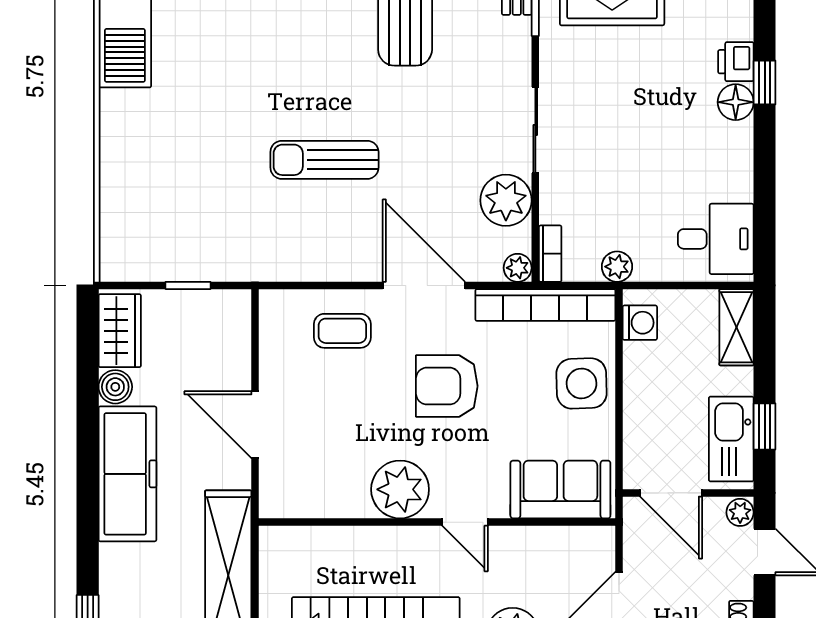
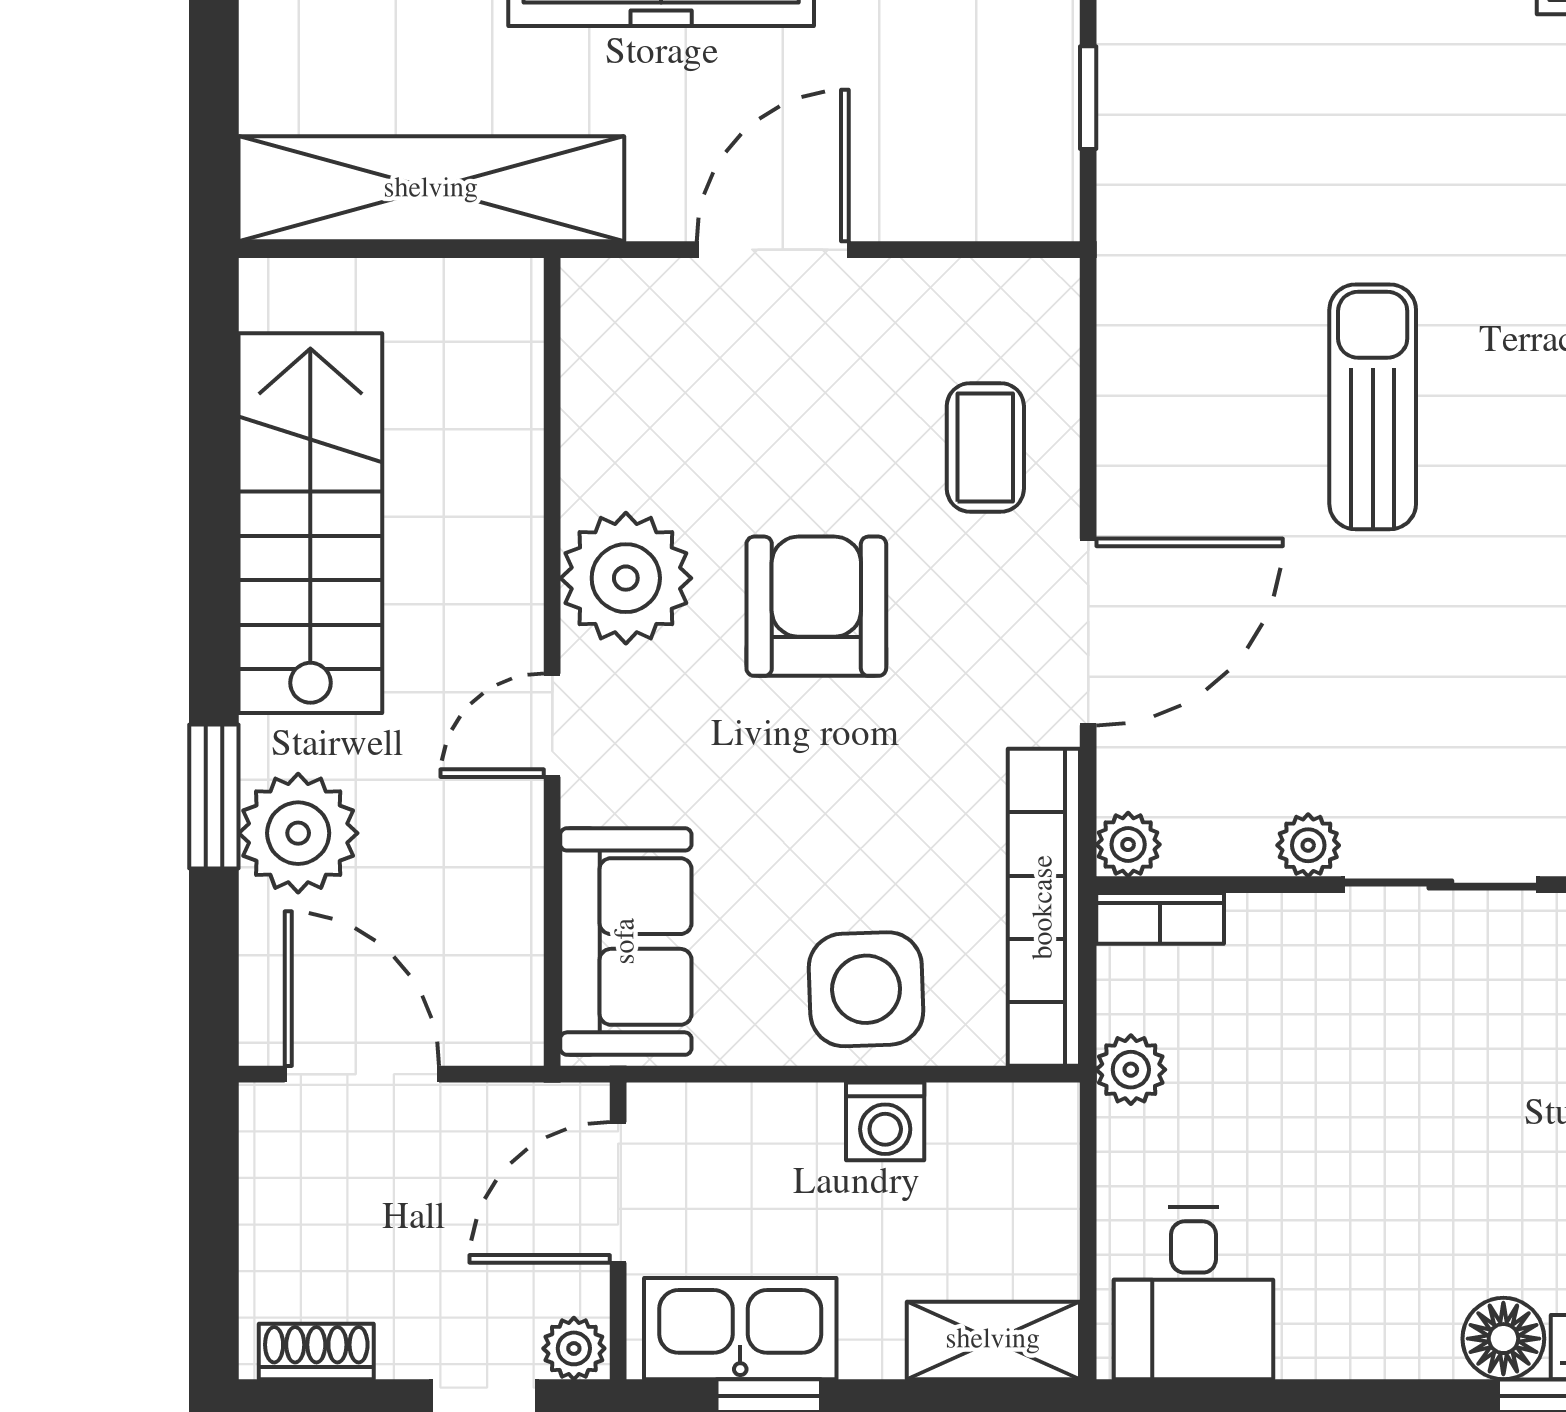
plant: (506, 200) -> (1308, 845), width x0.53, depth x0.53
washing machine: (640, 323) -> (885, 1121), moved
armchair: (447, 386) -> (816, 606), moved

